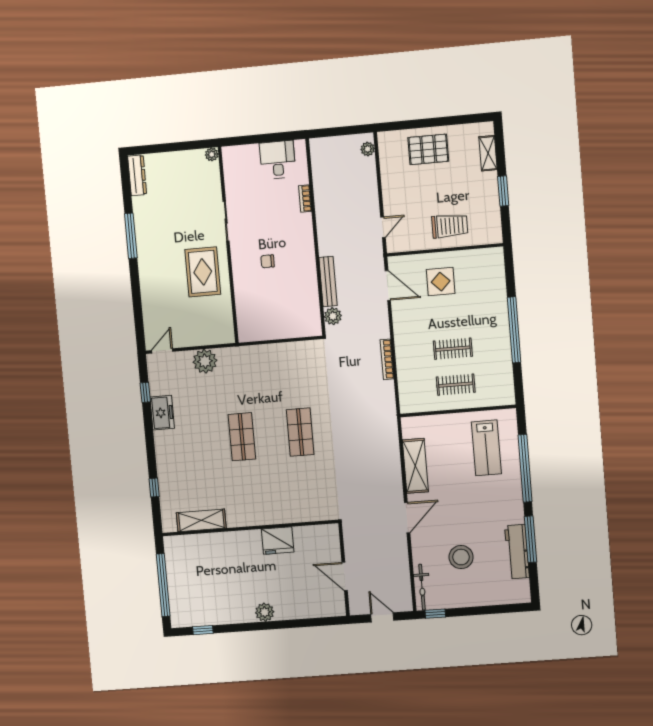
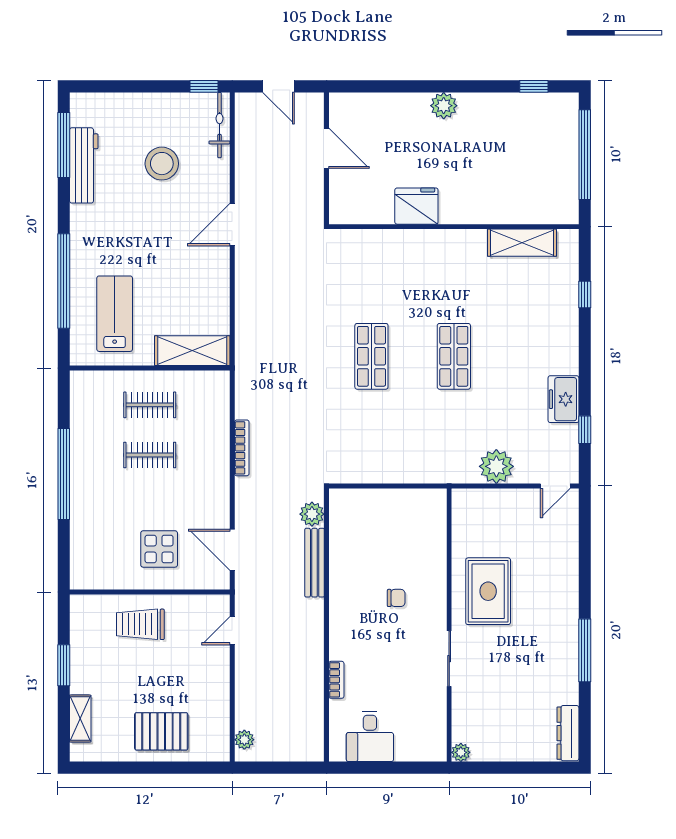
shelving: (415, 466) -> (192, 351), moved, turned 90
window: (531, 539) -> (64, 145), moved

